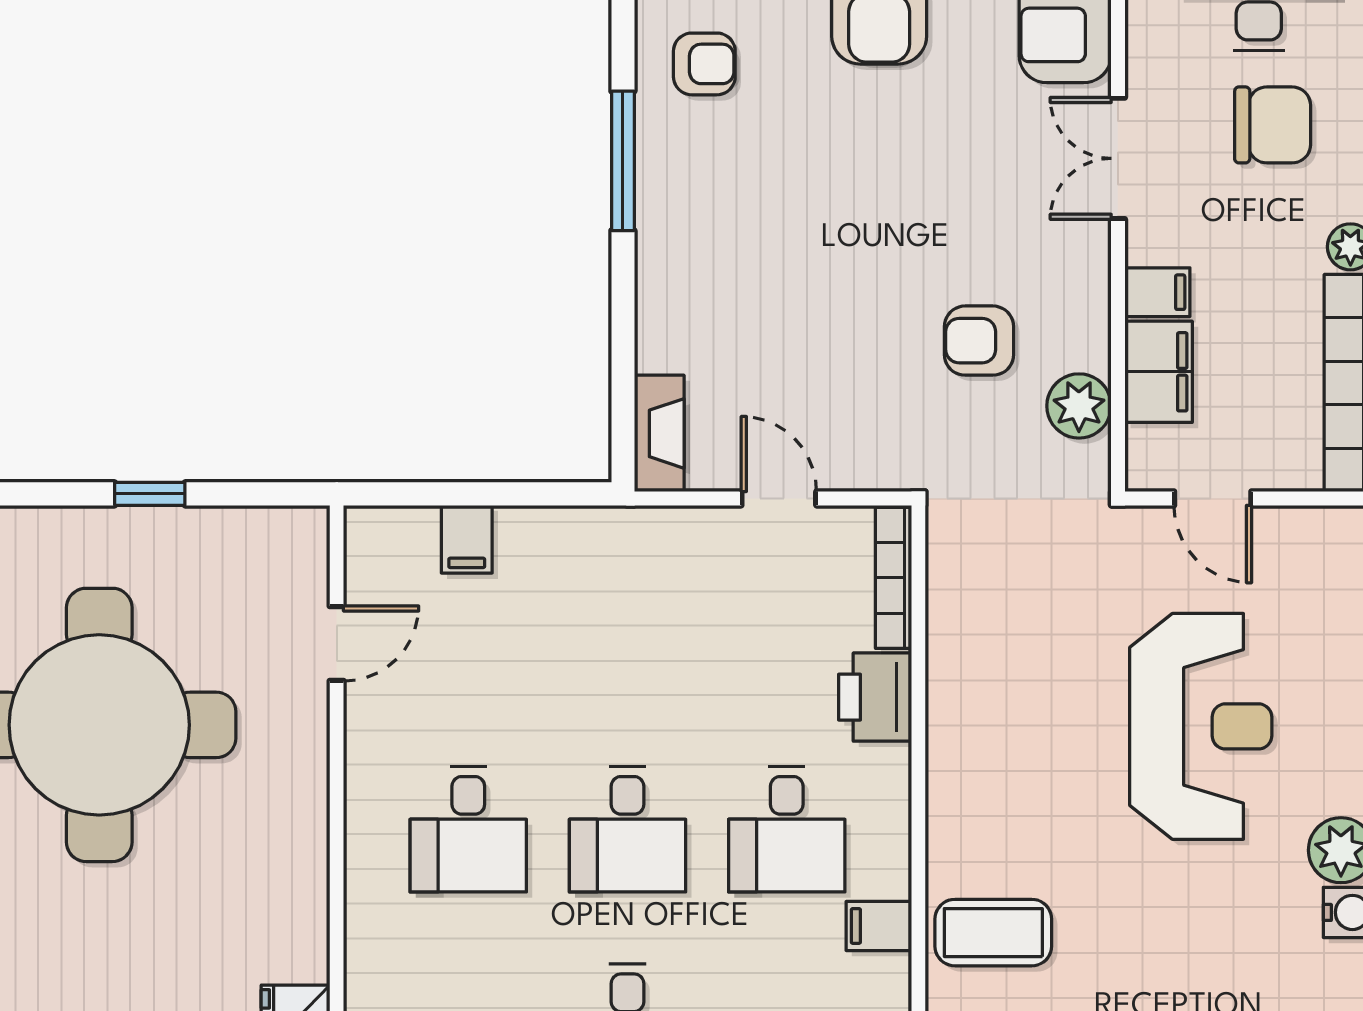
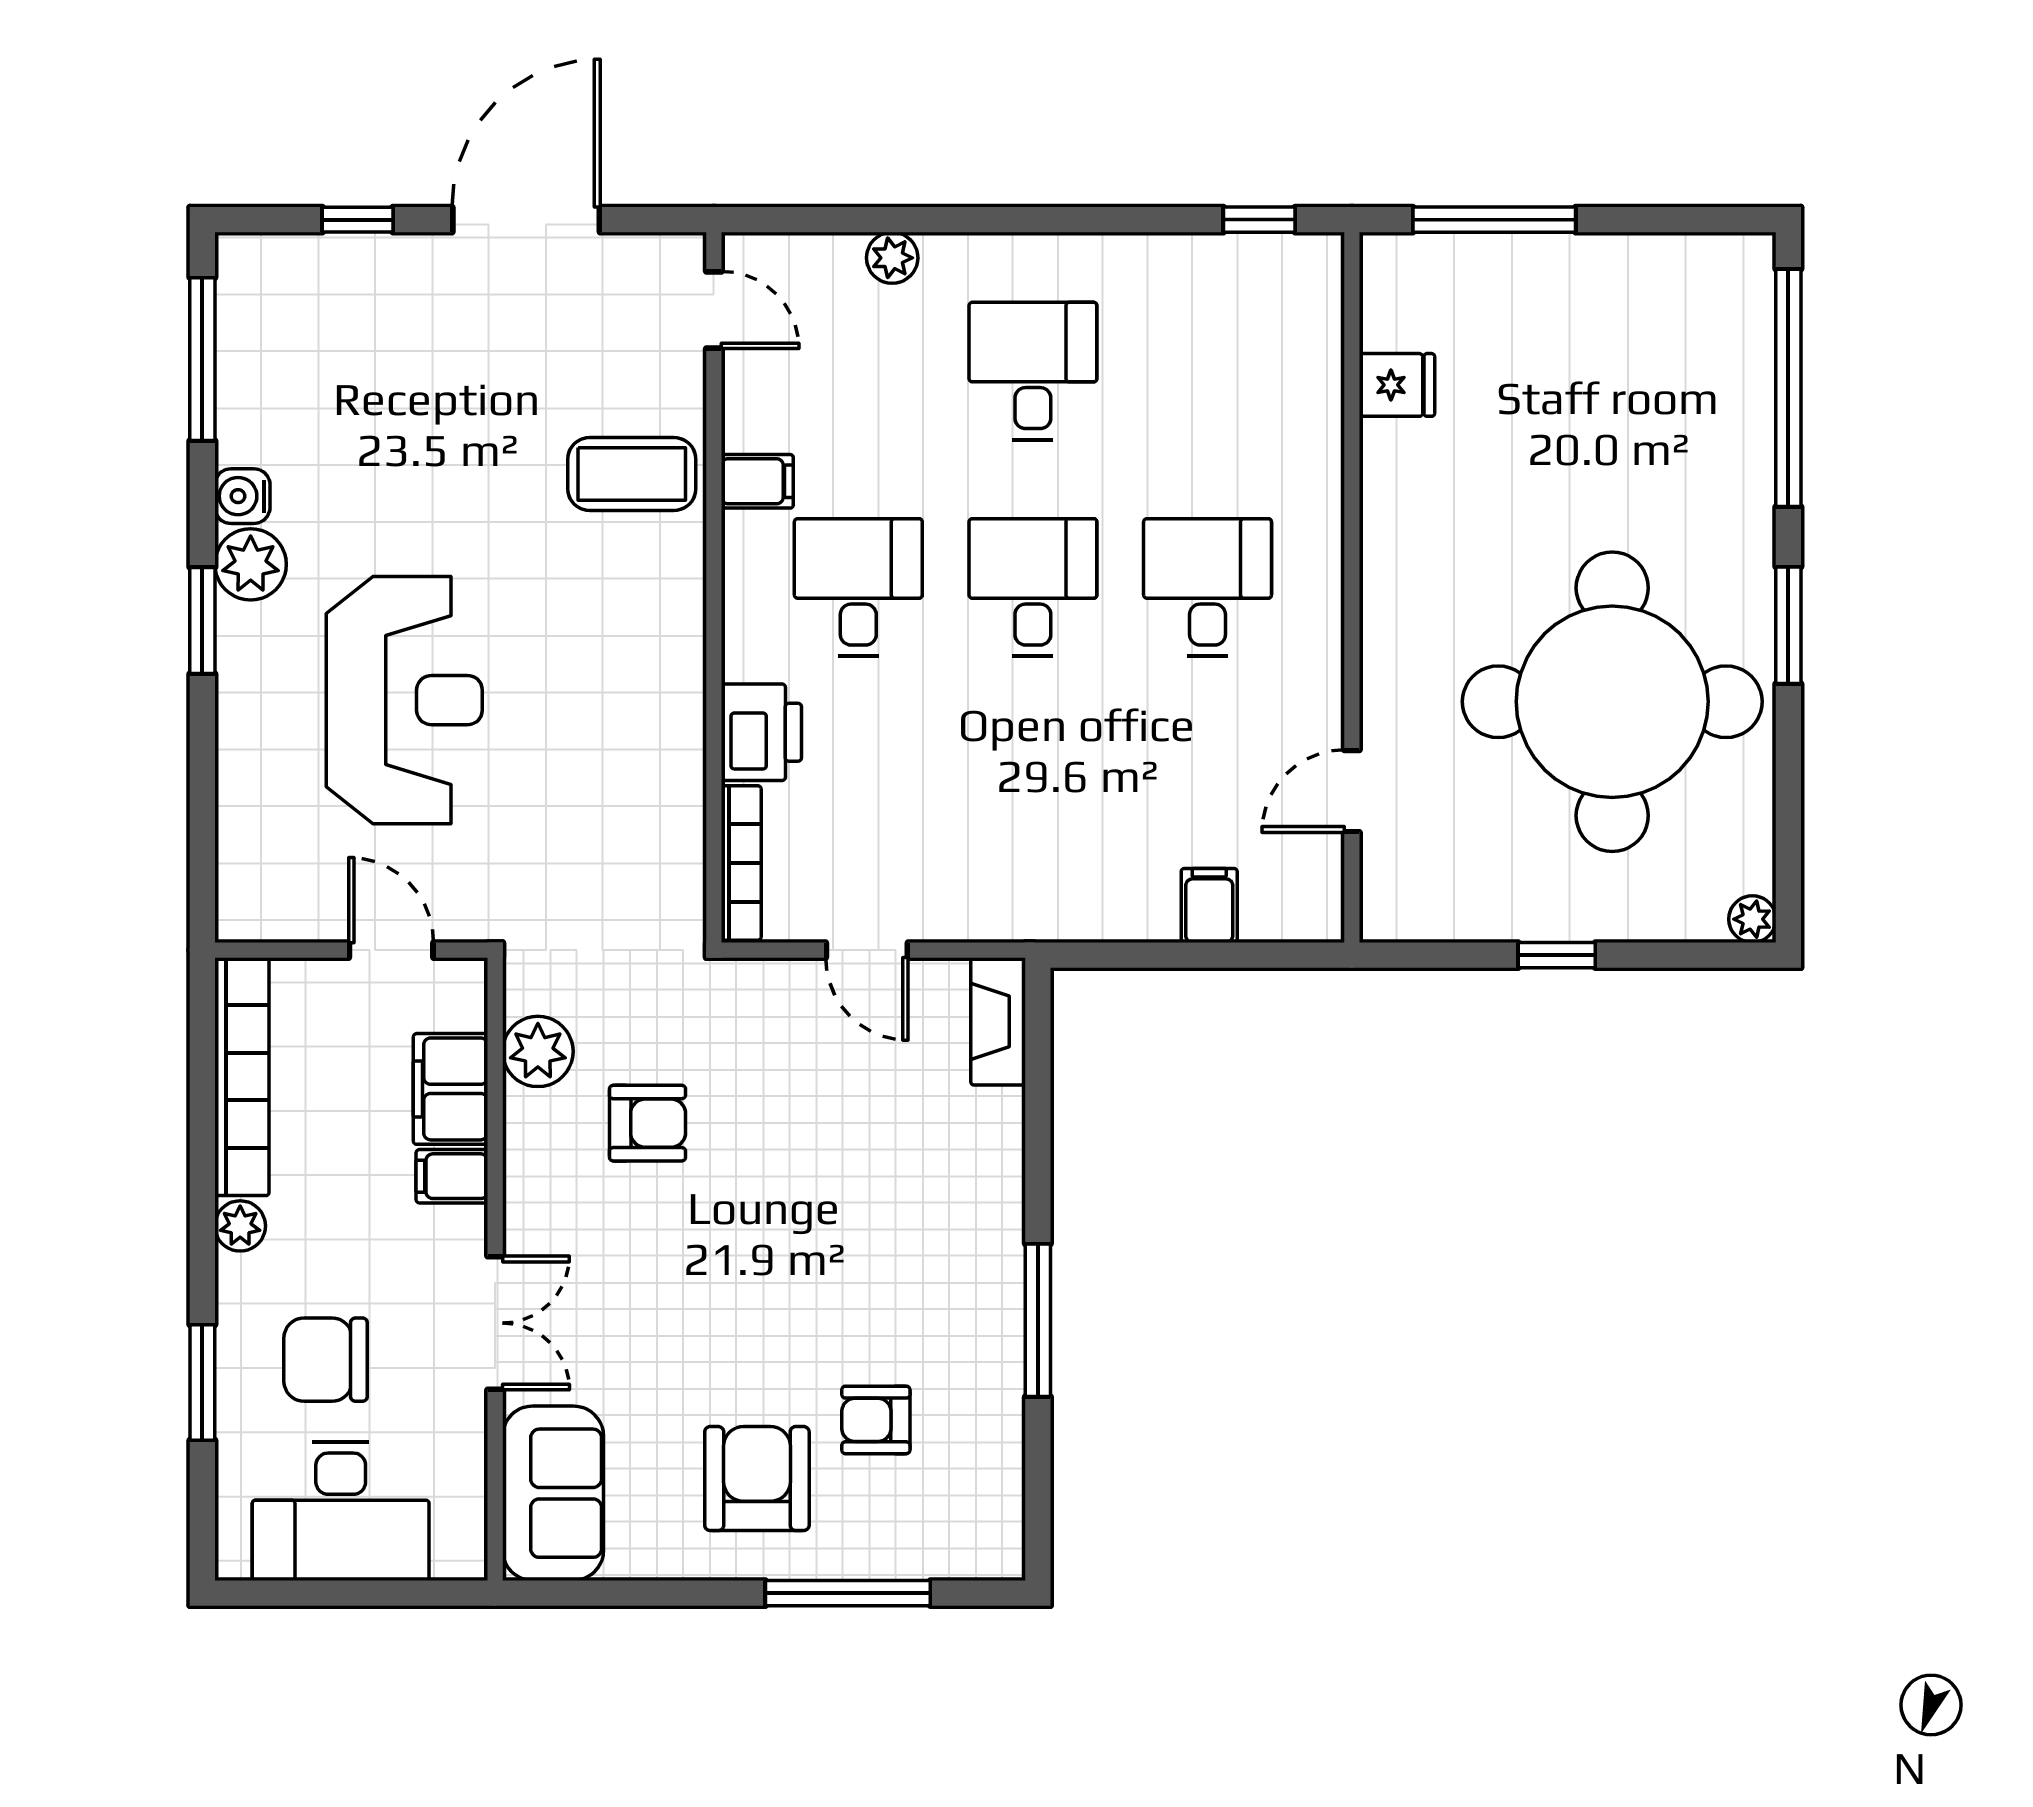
armchair: (704, 64) -> (876, 1420), moved
reception desk: (1201, 726) -> (404, 700), turned 180

